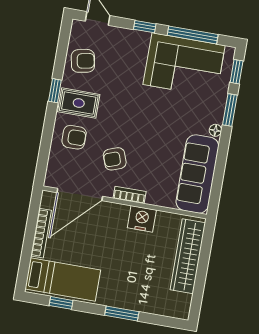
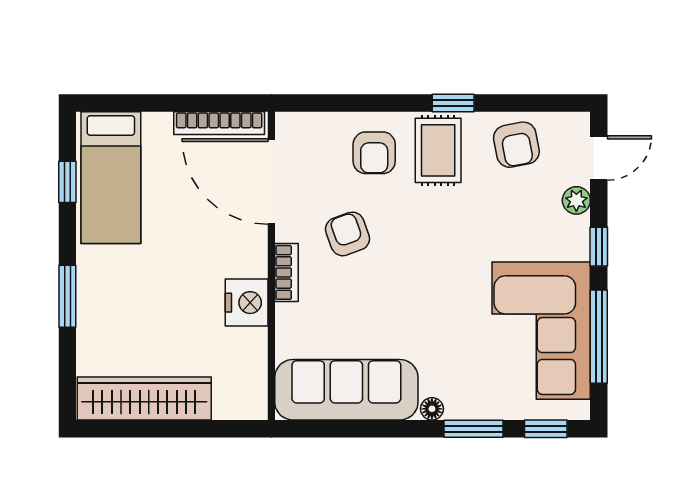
plant: (118, 34) -> (576, 200), added
bookcase: (41, 233) -> (219, 123), moved
wardrobe: (188, 256) -> (144, 398), moved

